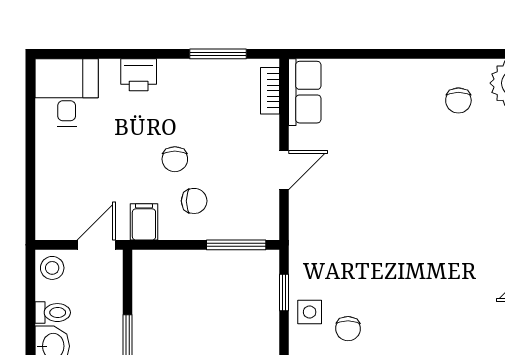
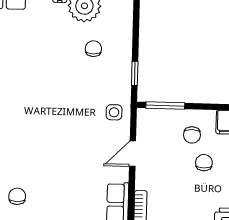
chair: (194, 201) -> (192, 135), turned -90
side table: (310, 312) -> (114, 112), moved

